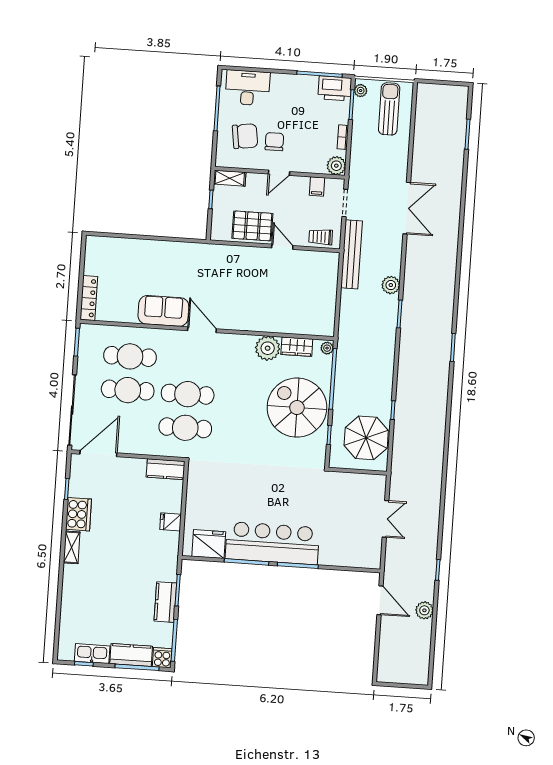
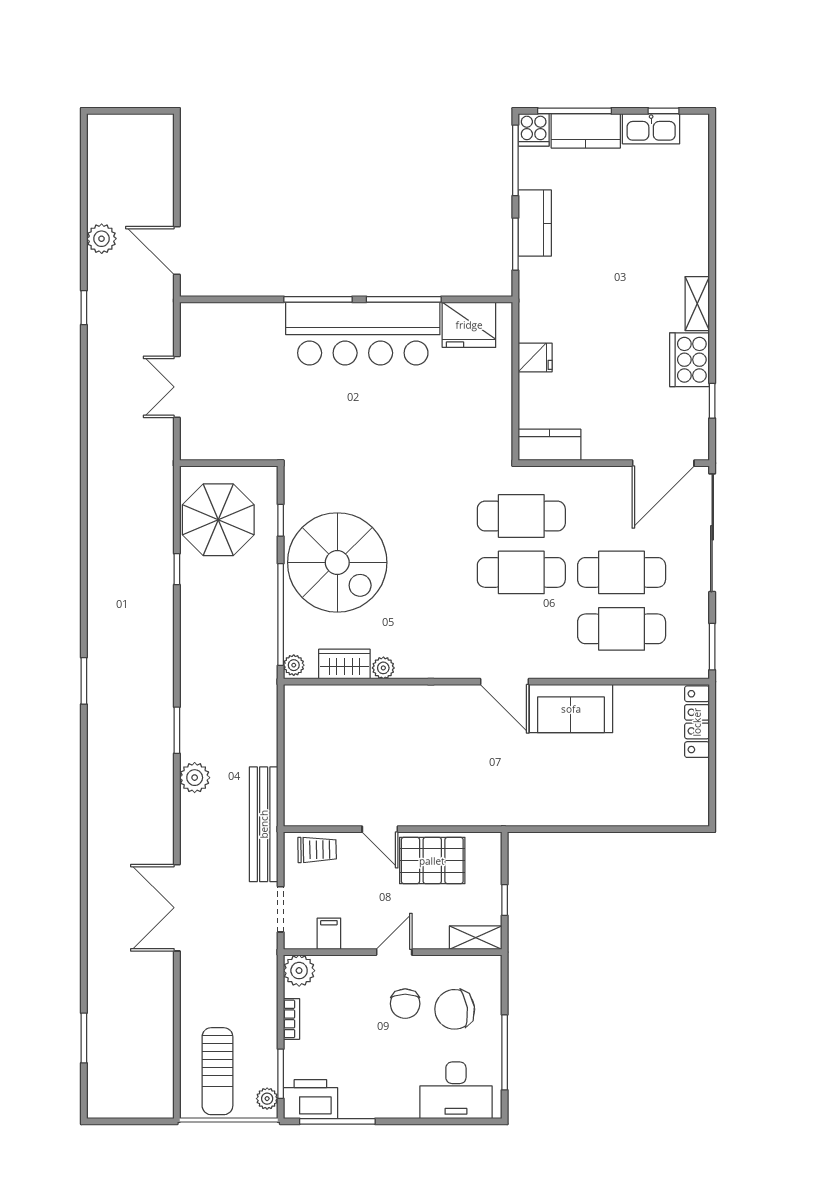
plant: (268, 348) -> (383, 668), width x0.53, depth x0.53

